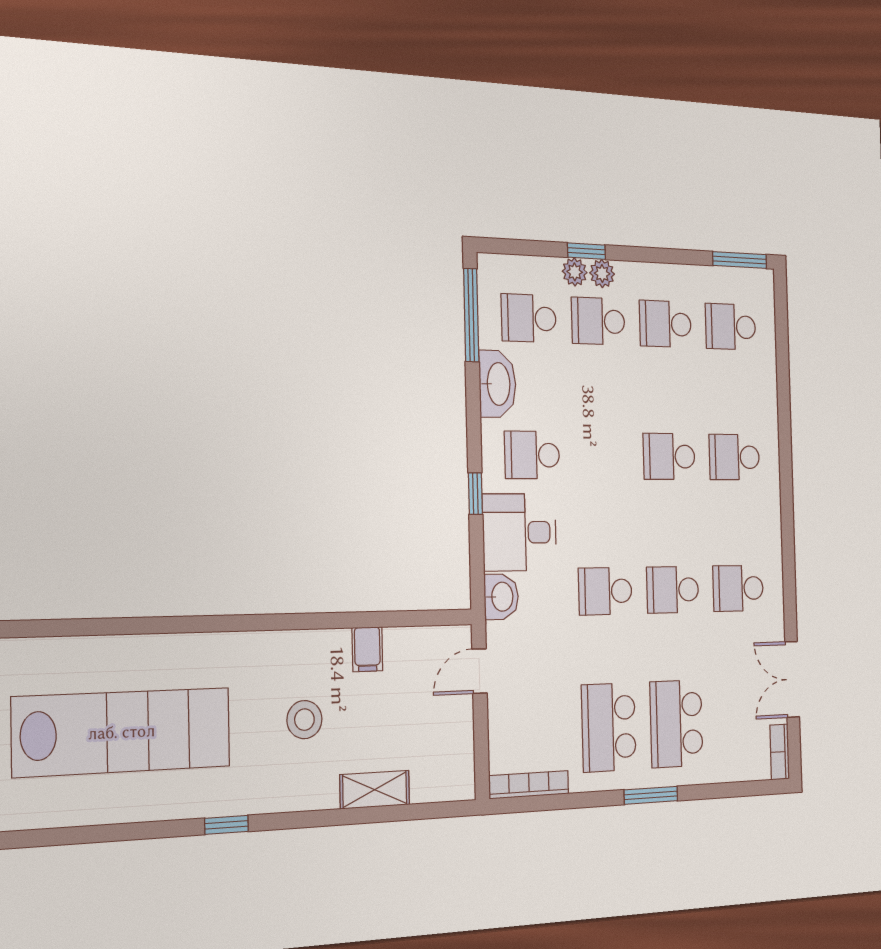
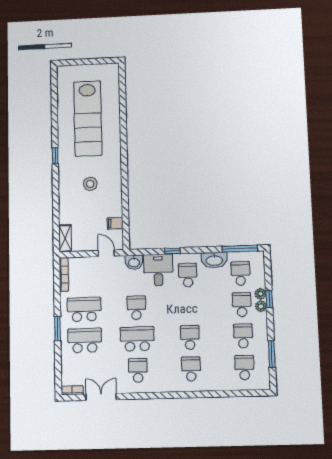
window: (740, 260) -> (272, 354), moved
school desk: (673, 590) -> (137, 339), width x1.85
filing cabinet: (367, 649) -> (115, 223), moved
shelving: (375, 790) -> (65, 238), moved

